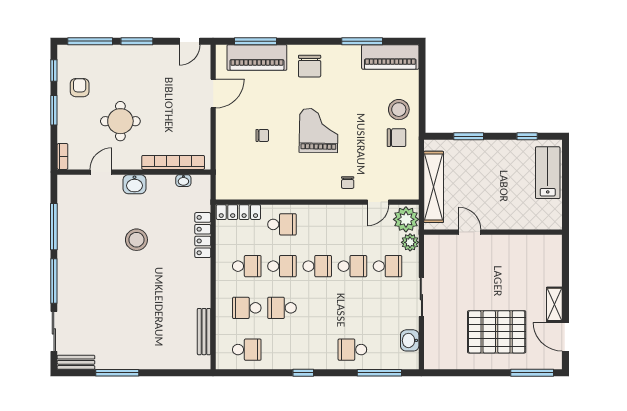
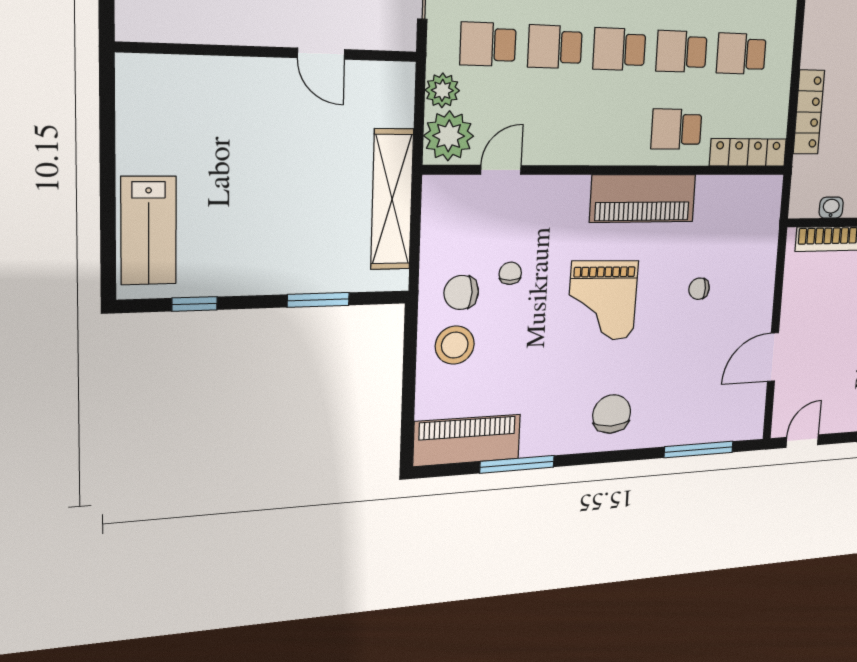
piano: (257, 58) -> (643, 198), moved, turned 180
chair: (348, 183) -> (510, 273), moved
door: (470, 232) -> (321, 54), moved
wall: (493, 232) -> (271, 52), moved

